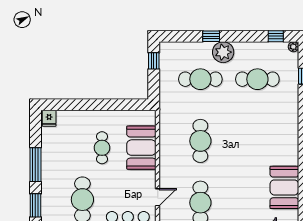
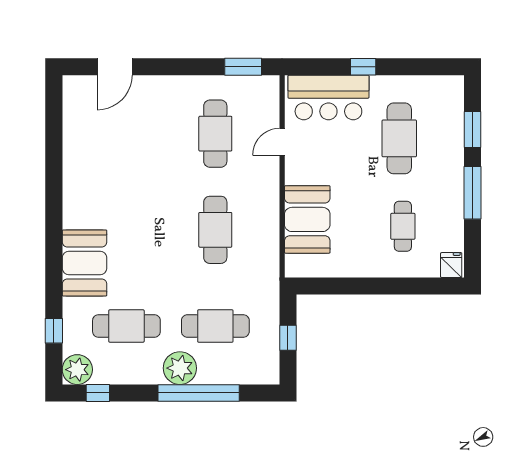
window: (211, 36) -> (199, 393), width x3.17
plant: (293, 47) -> (77, 370), width x1.88, depth x1.88
window: (154, 61) -> (288, 338), moved
cafe table: (102, 148) -> (403, 226), moved
booth: (284, 187) -> (85, 263), moved

